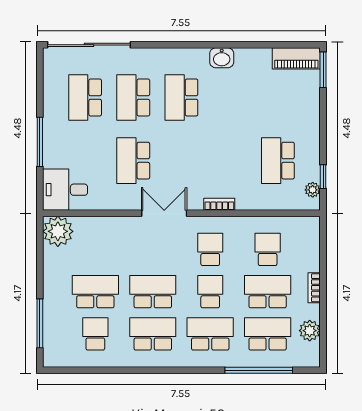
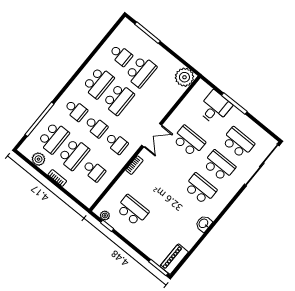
desk: (65, 190) -> (215, 108), moved
school desk: (210, 334) -> (76, 110), width x0.54

